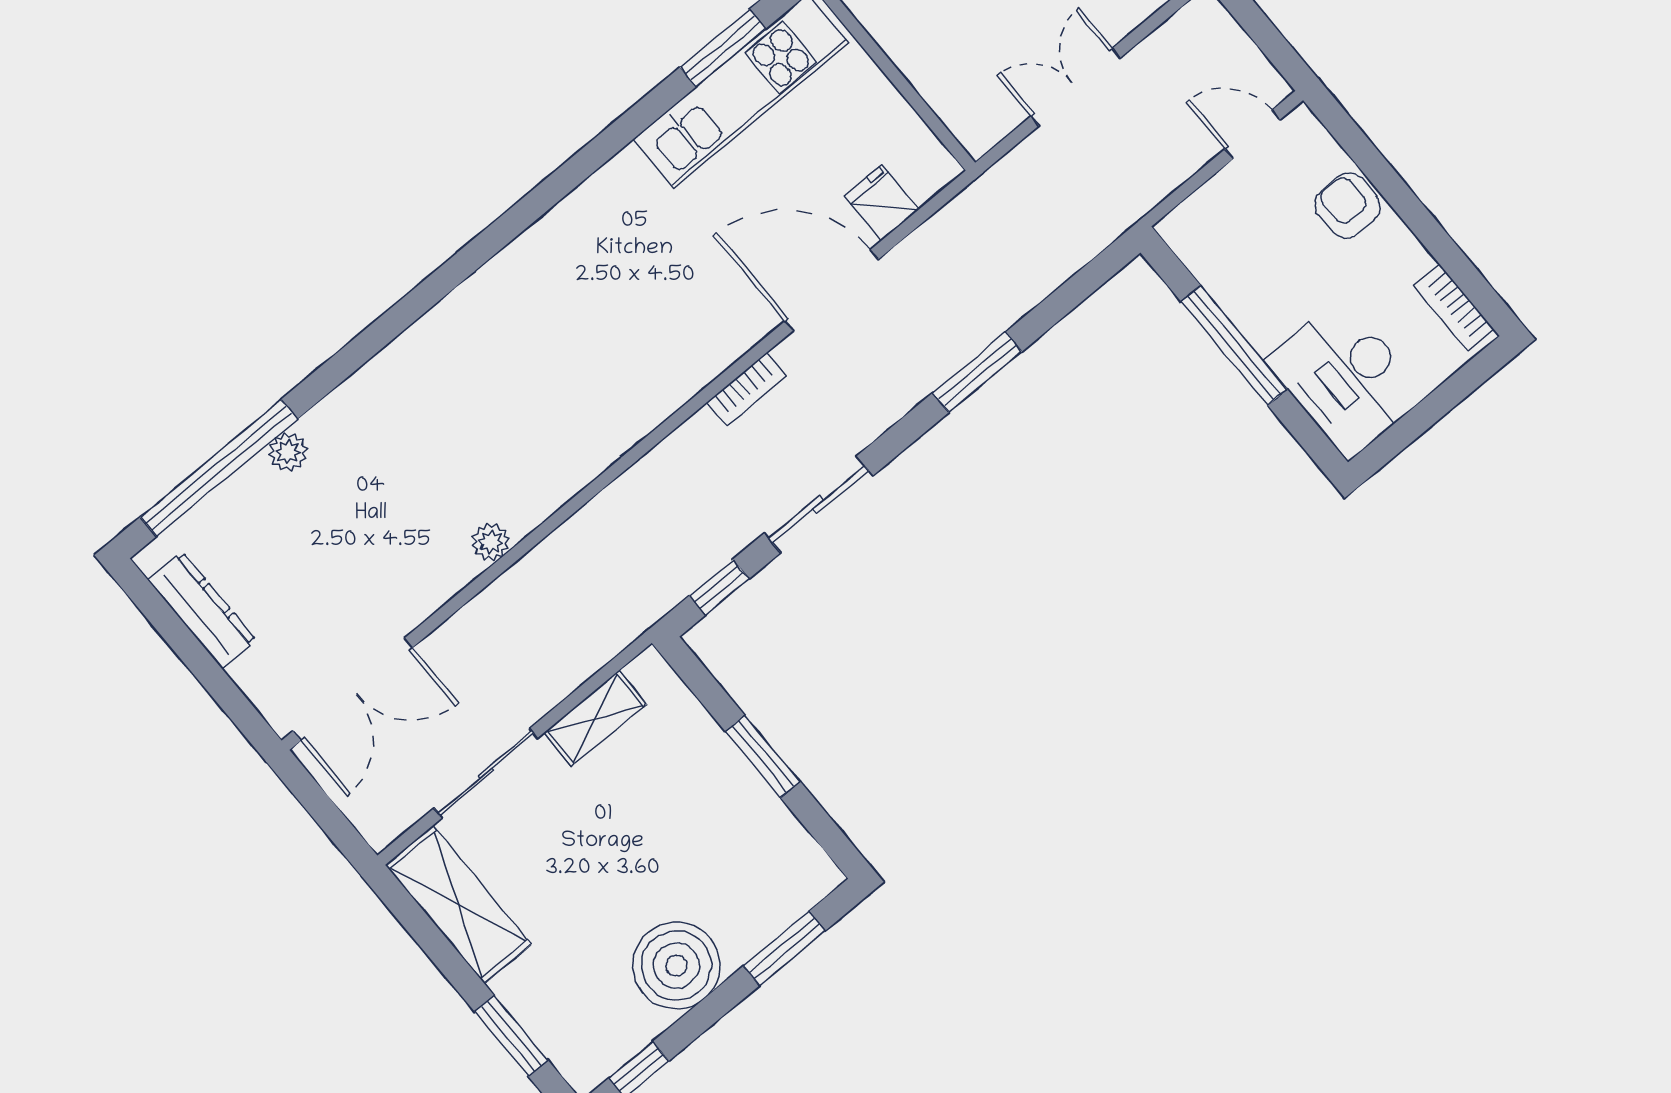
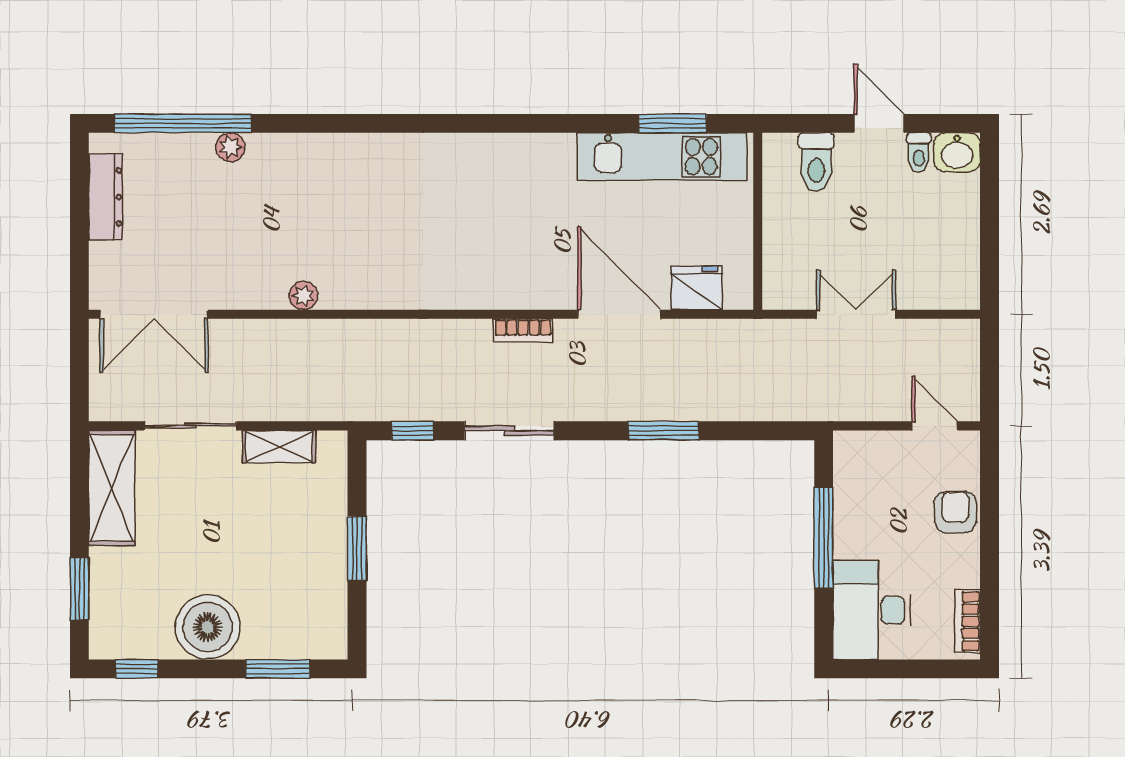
fridge: (882, 203) -> (697, 288), width x1.38

